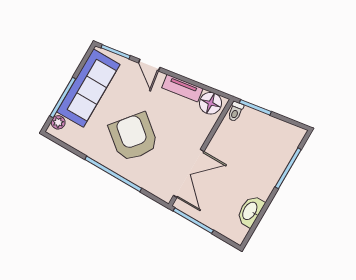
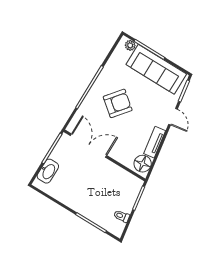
door: (149, 65) -> (173, 117), swing flipped
toilet: (235, 112) -> (122, 216), moved
armchair: (133, 137) -> (118, 103), width x0.73, depth x0.73
double door: (189, 173) -> (89, 146), swing flipped
washbasin: (250, 211) -> (48, 171), moved, turned 90

